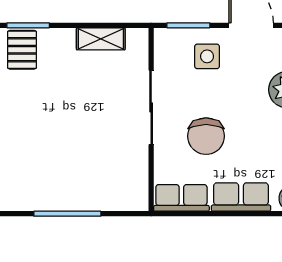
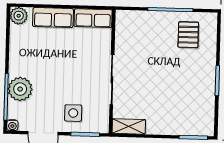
shelving: (101, 39) -> (129, 126), moved
pallet: (22, 50) -> (188, 35), moved
chair: (206, 136) -> (75, 59), removed

